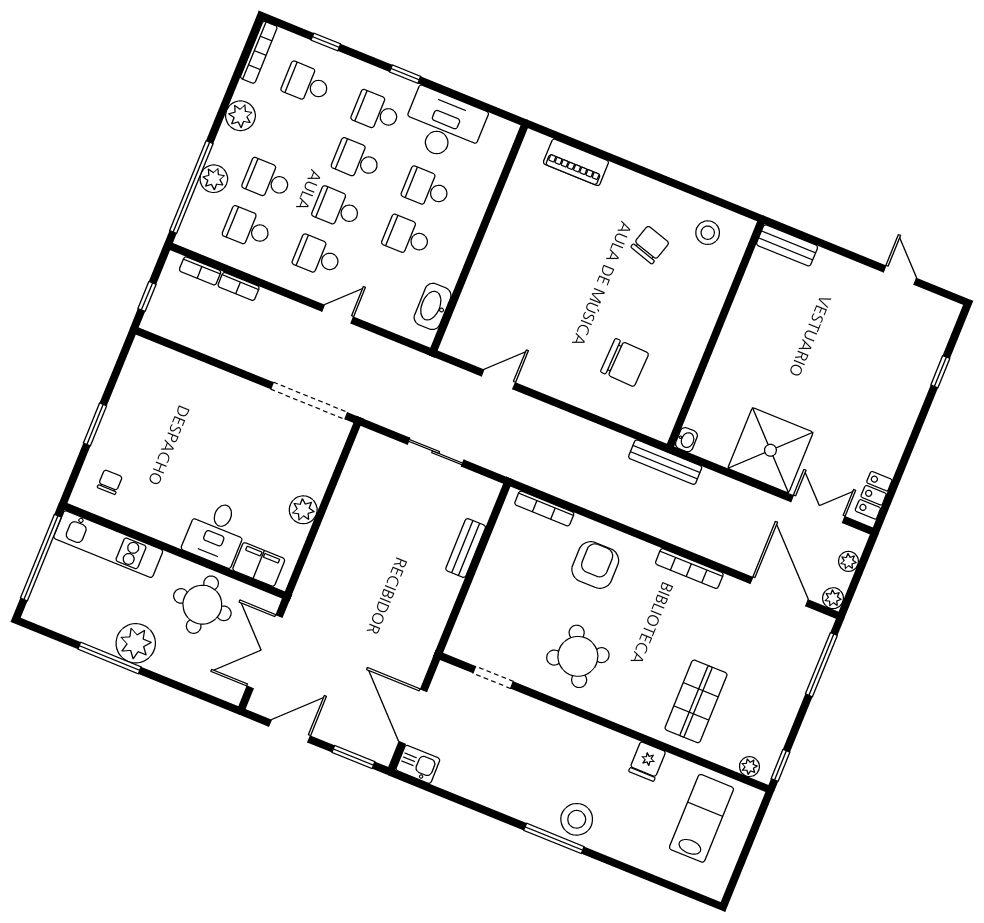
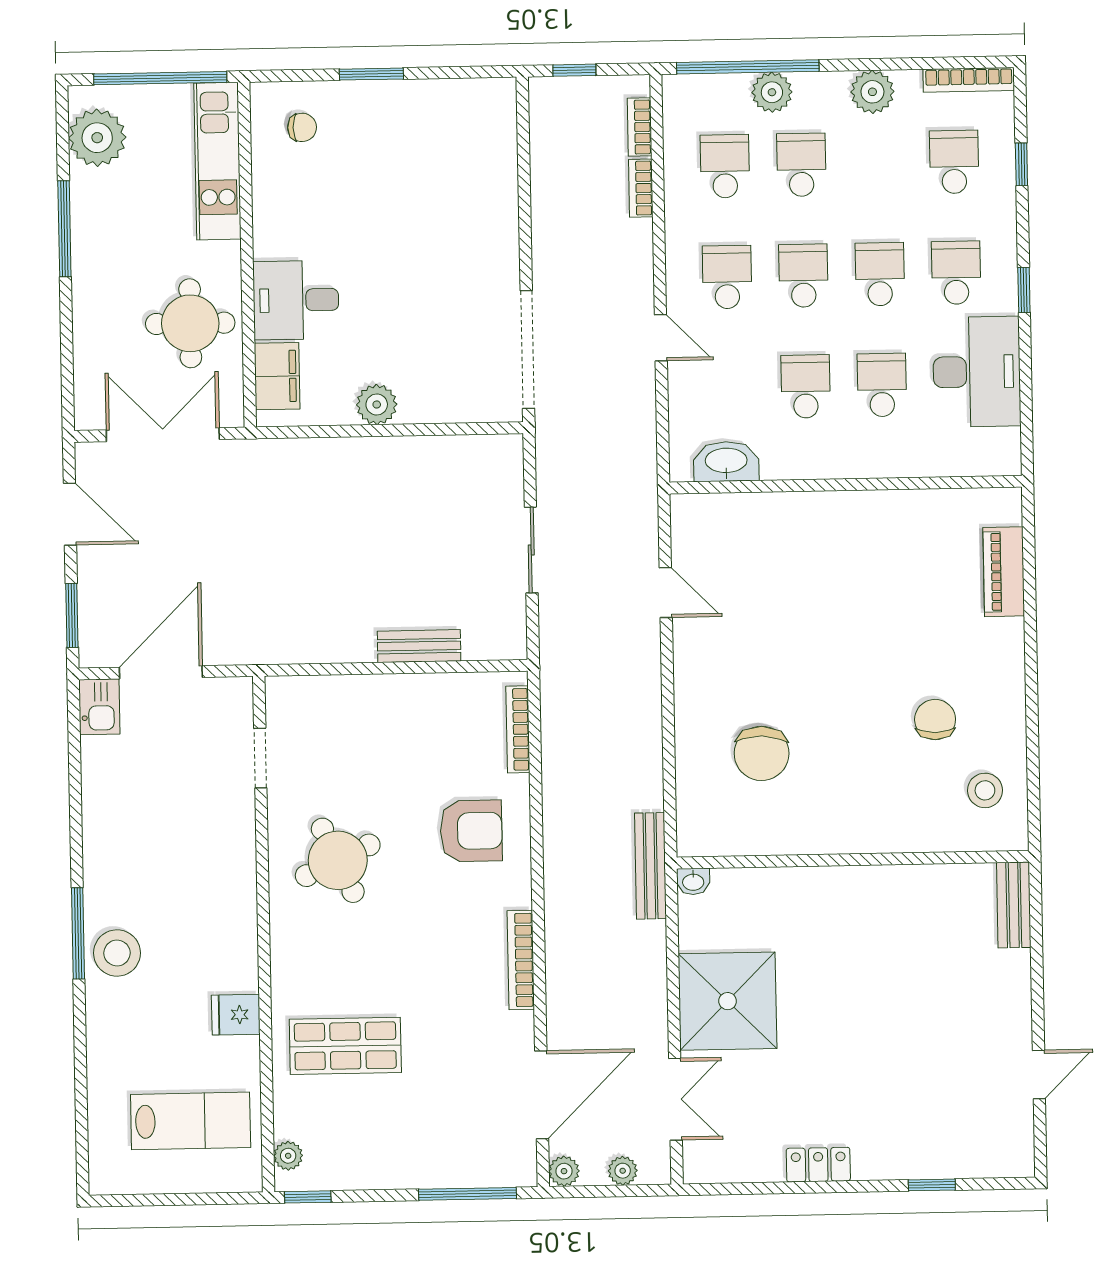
chair: (650, 245) -> (935, 720), turned -107
locker: (874, 495) -> (818, 1165), moved
plant: (136, 643) -> (97, 138), moved

